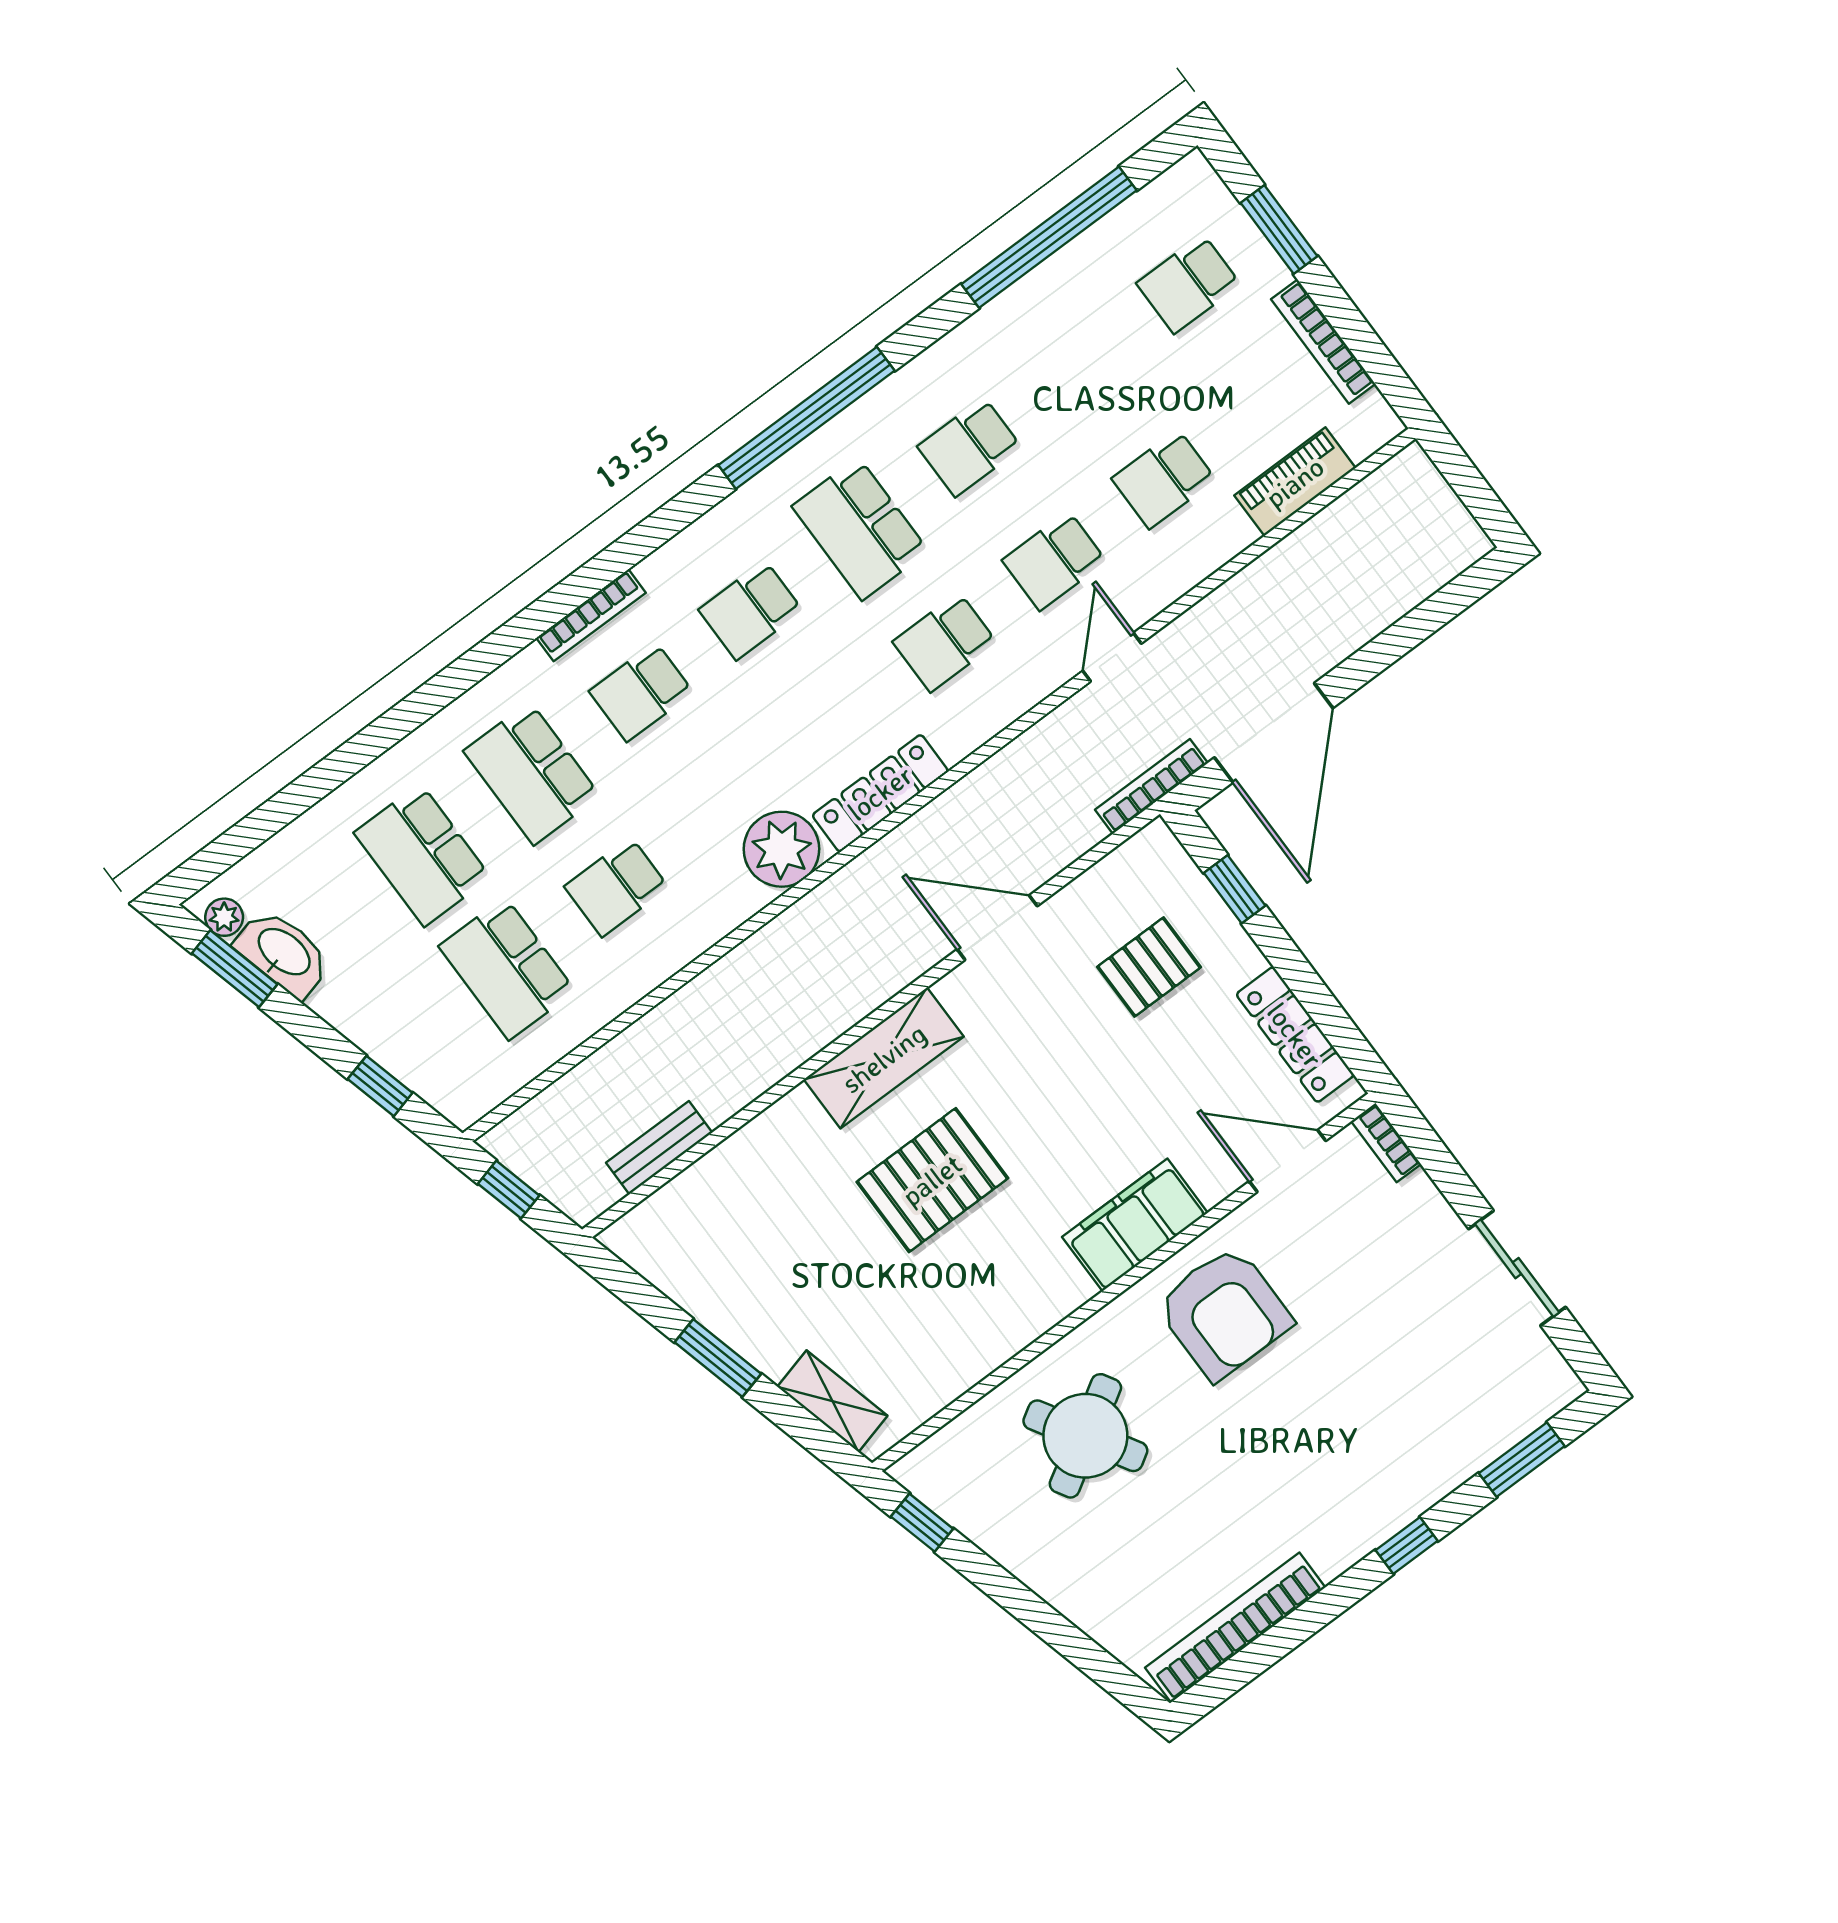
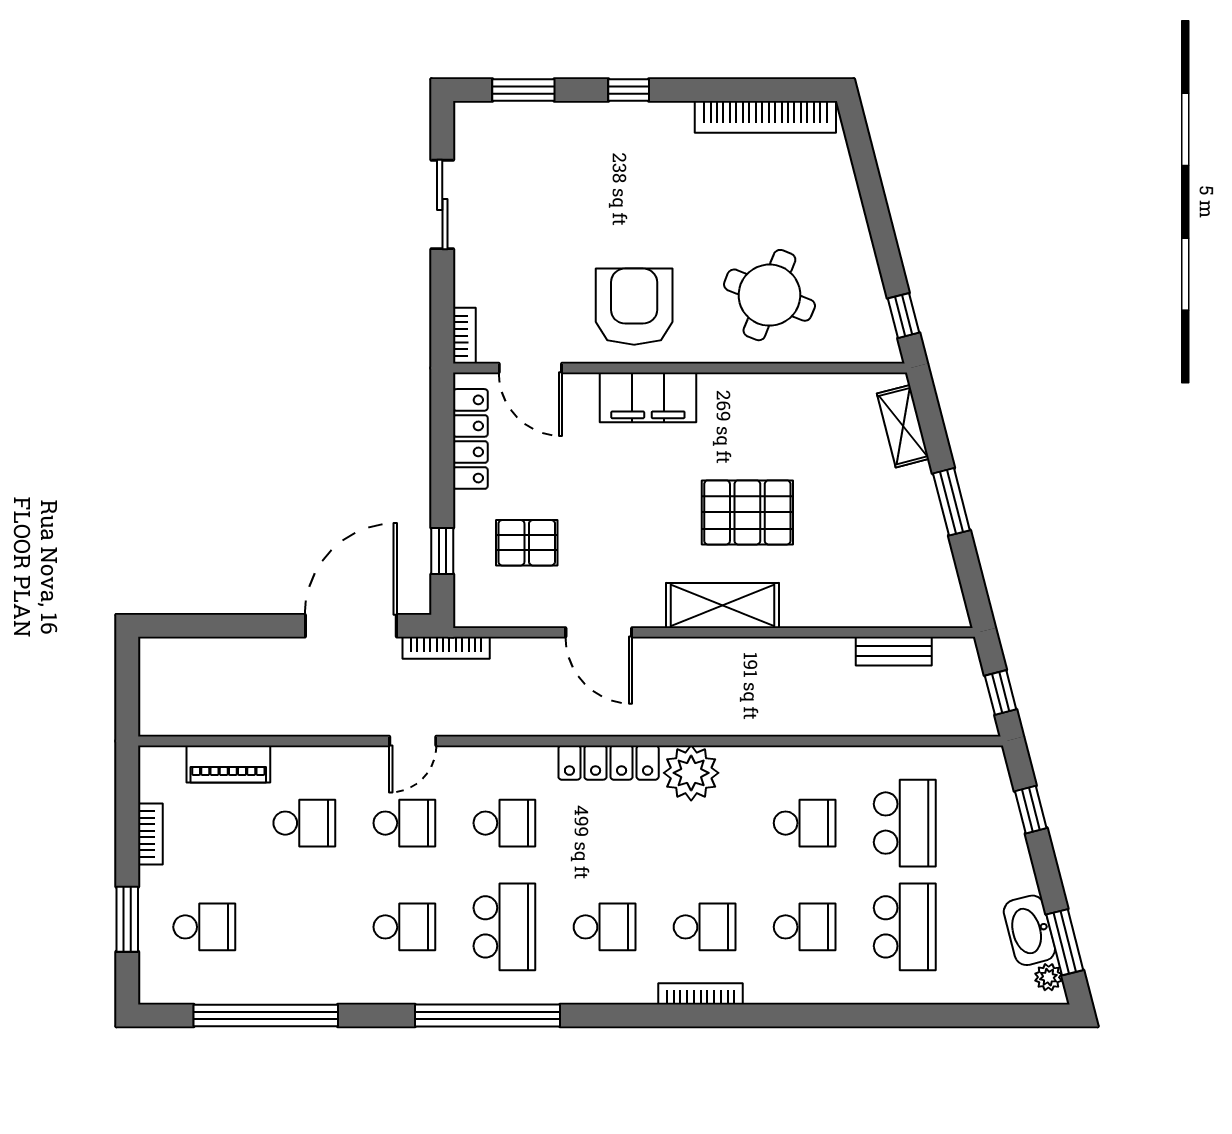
bookcase: (1323, 342) -> (150, 834), width x0.64
school desk: (532, 773) -> (805, 927), width x0.54
round table: (1085, 1436) -> (769, 295), turned -37

